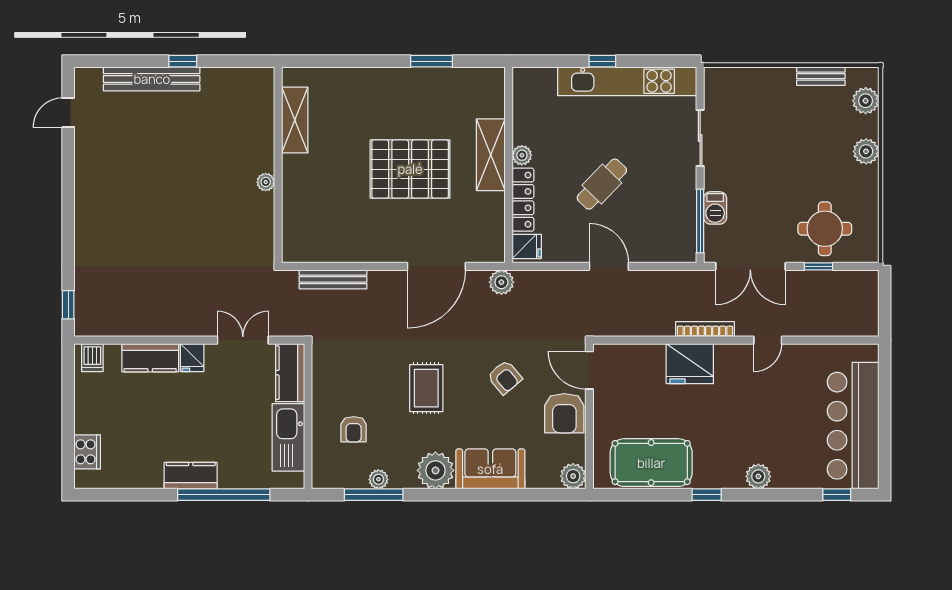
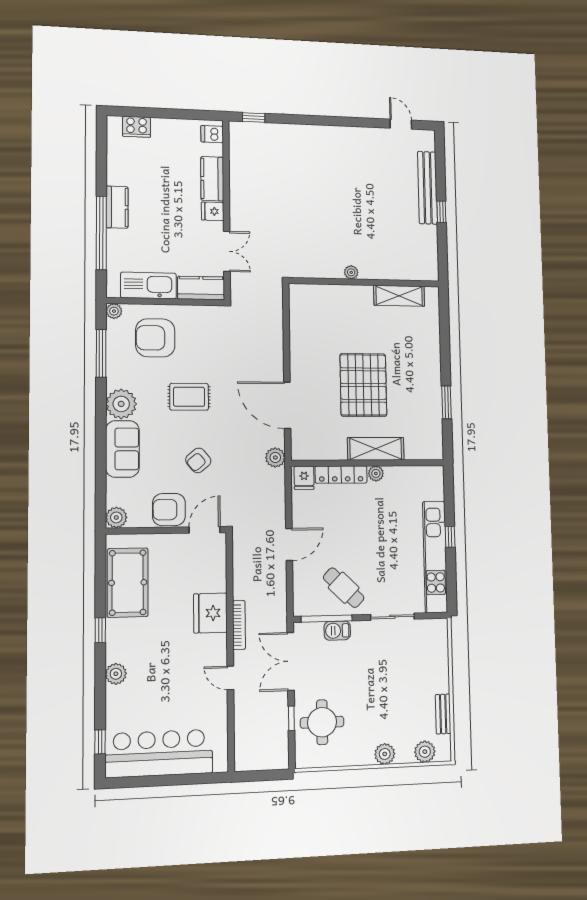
cafe table: (602, 184) -> (344, 588), moved
bench: (333, 279) -> (276, 323), removed
armchair: (354, 429) -> (155, 338), width x1.88, depth x1.88
plant: (378, 479) -> (114, 311), moved

